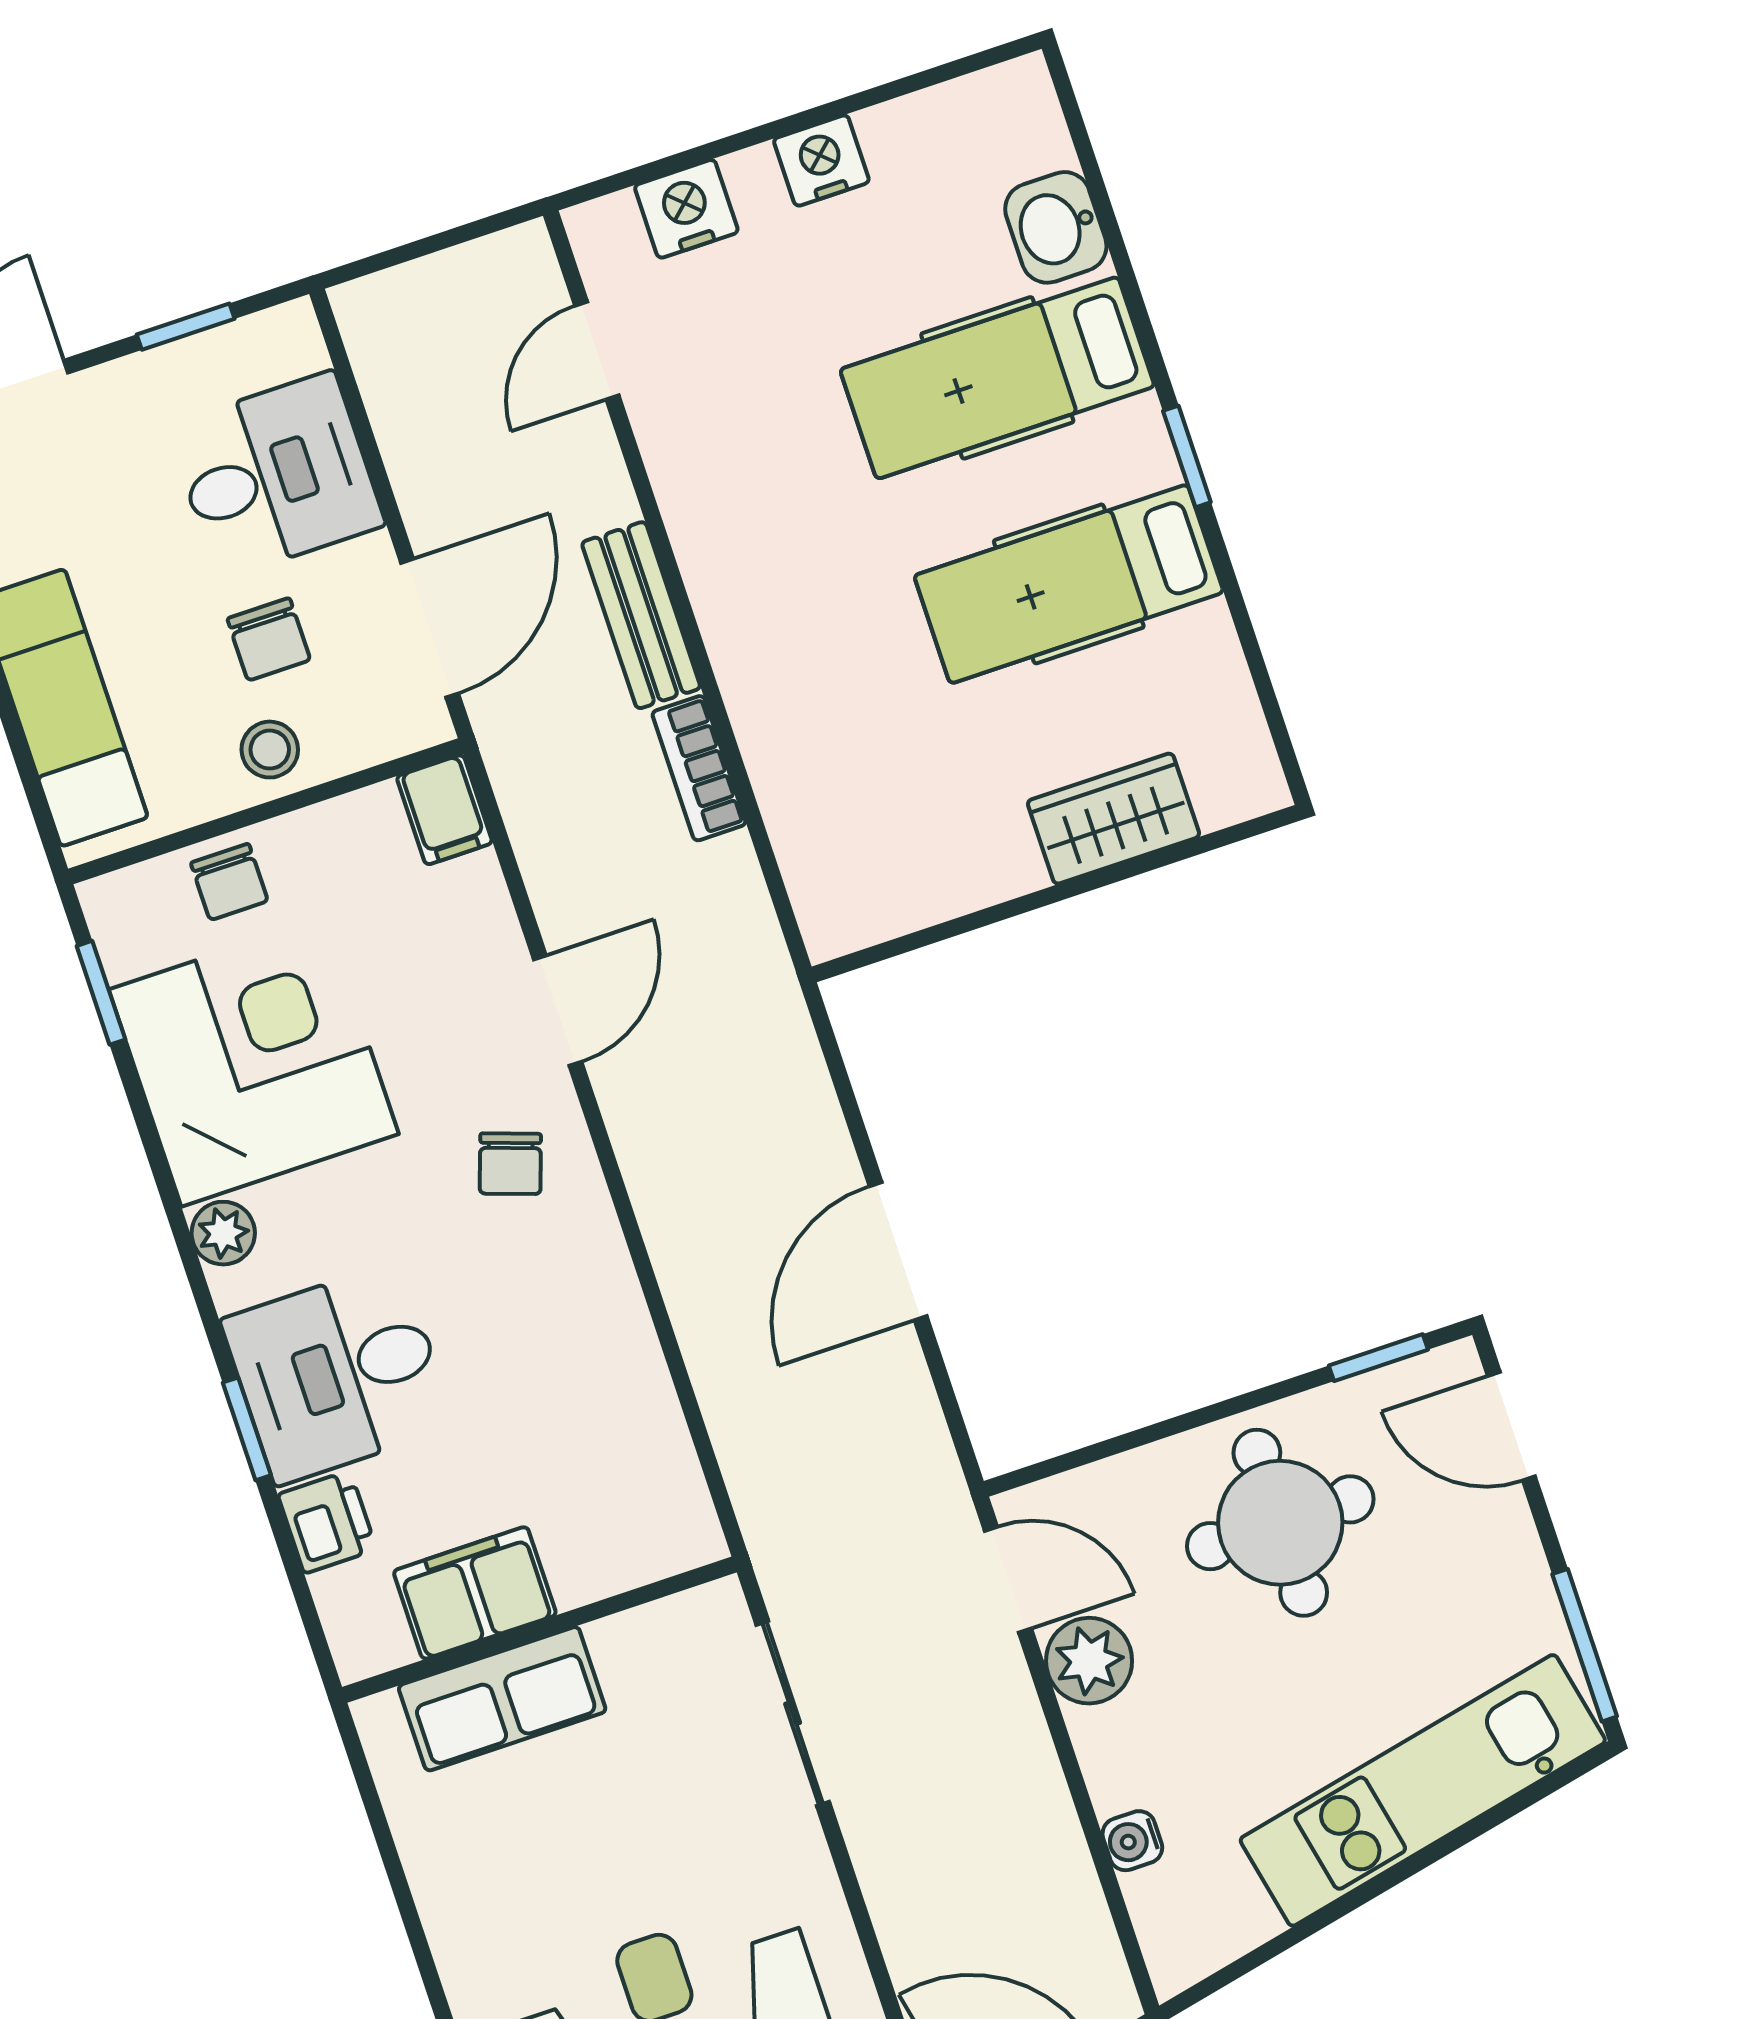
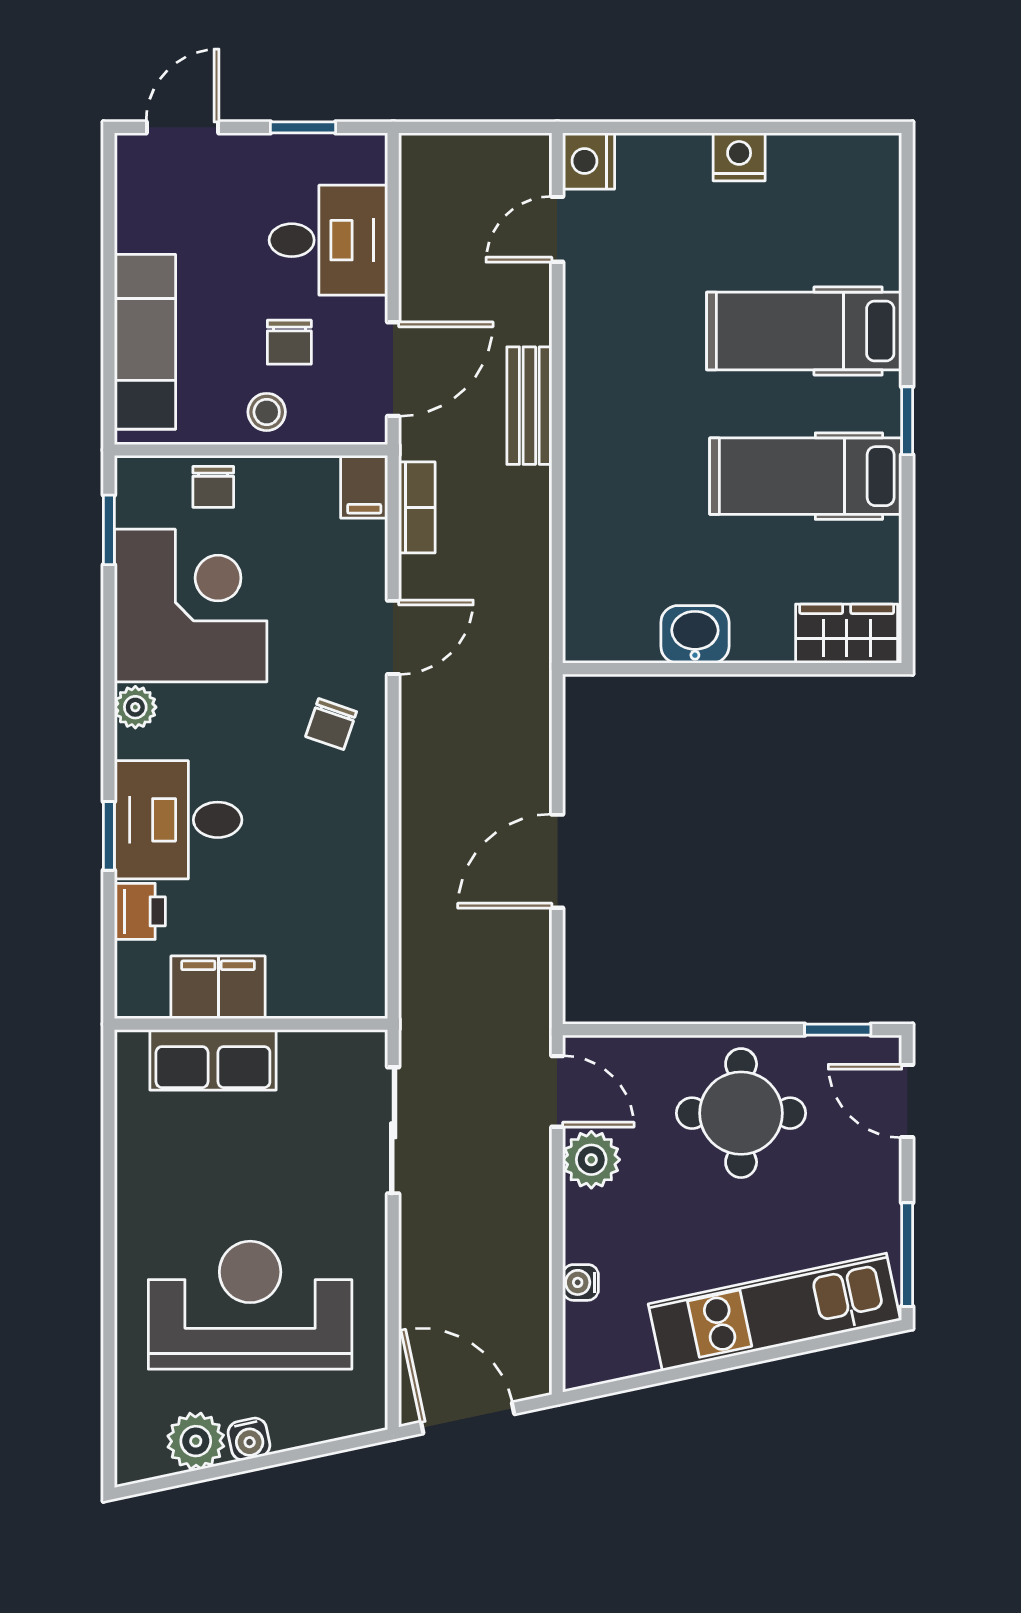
nightstand: (686, 209) -> (589, 161), moved, turned -90
washbasin: (1056, 227) -> (695, 634), moved, turned 90
bookcase: (699, 768) -> (417, 507), moved, turned 180
wardrobe: (1114, 819) -> (847, 634), moved

